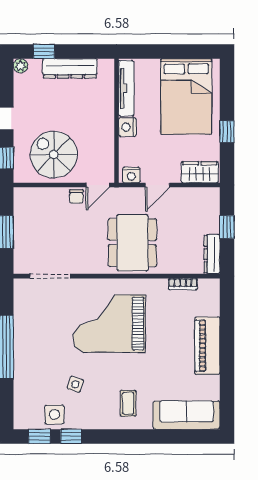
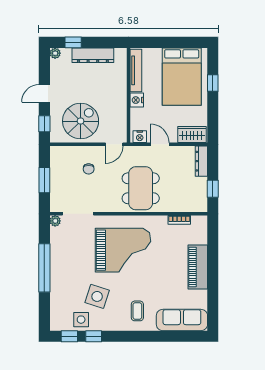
window: (227, 132) -> (213, 83), moved
spiral stairs: (54, 155) -> (81, 121), turned 90
door: (157, 185) -> (160, 144), swing flipped
chair: (76, 196) -> (89, 169), moved
window: (227, 227) -> (213, 189), moved
dresser: (212, 254) -> (201, 161), moved
plant: (21, 285) -> (55, 221), added
grand piano: (109, 324) -> (123, 250), turned 180
side table: (75, 384) -> (97, 296), width x1.87, depth x1.87

